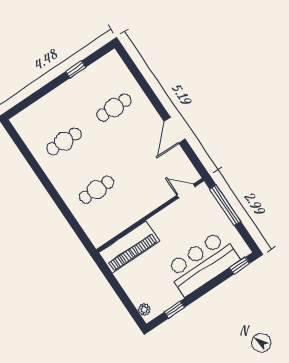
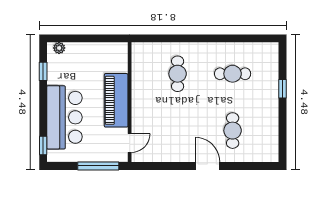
window: (76, 69) -> (282, 89), moved
door: (175, 130) -> (207, 166), moved
cafe table: (64, 141) -> (233, 74), turned 90
piano: (129, 247) -> (116, 100), moved

